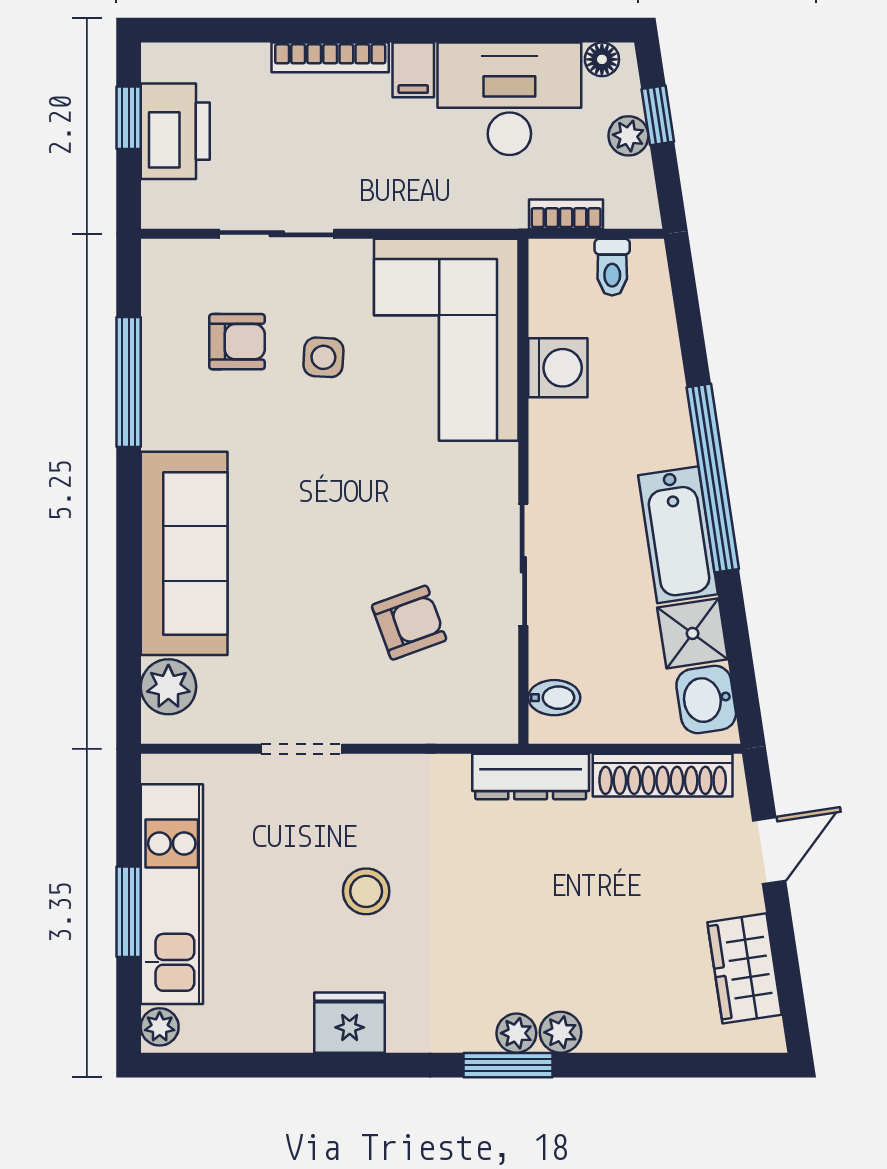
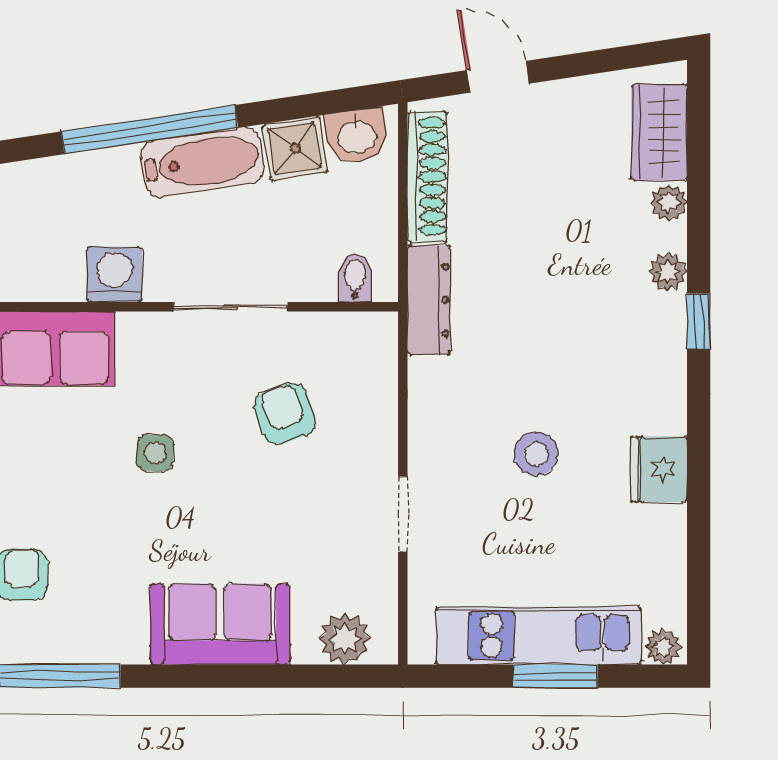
side table: (323, 357) -> (155, 453), moved
washing machine: (558, 368) -> (115, 275), moved
sofa: (184, 553) -> (220, 624), width x0.73
wardrobe: (744, 968) -> (659, 132), moved, turned 99
plant: (516, 1033) -> (669, 202), moved
window: (508, 1065) -> (699, 321), width x0.67

